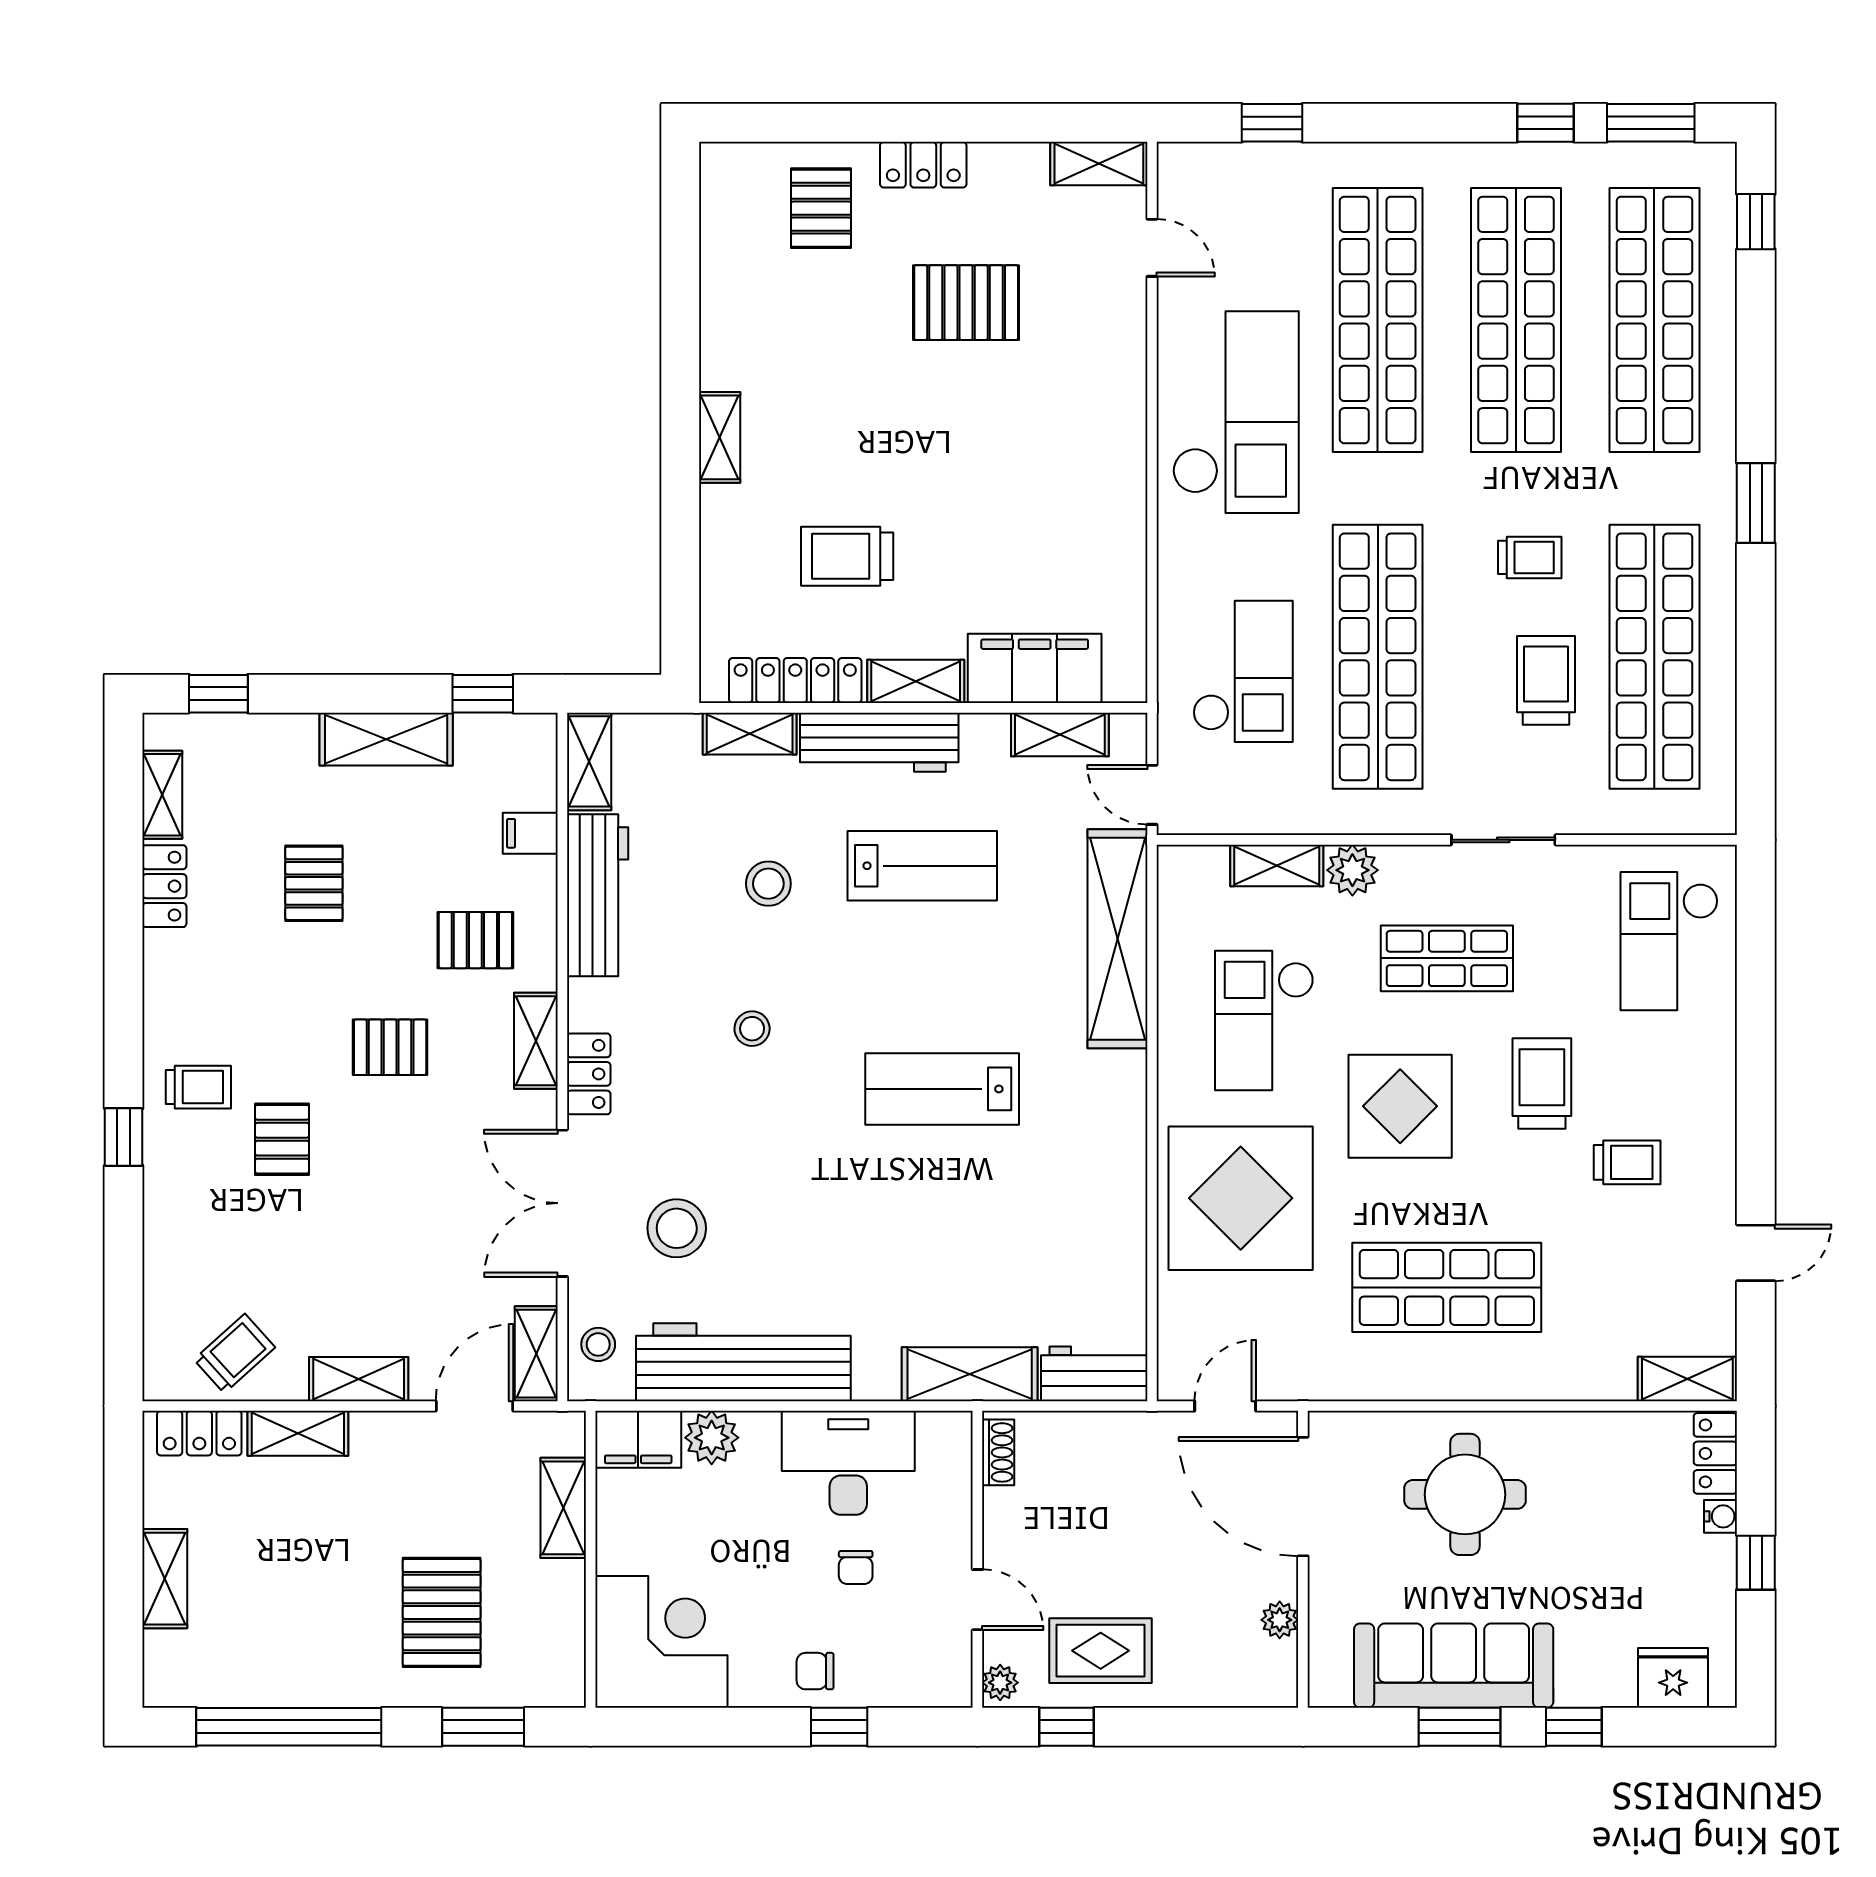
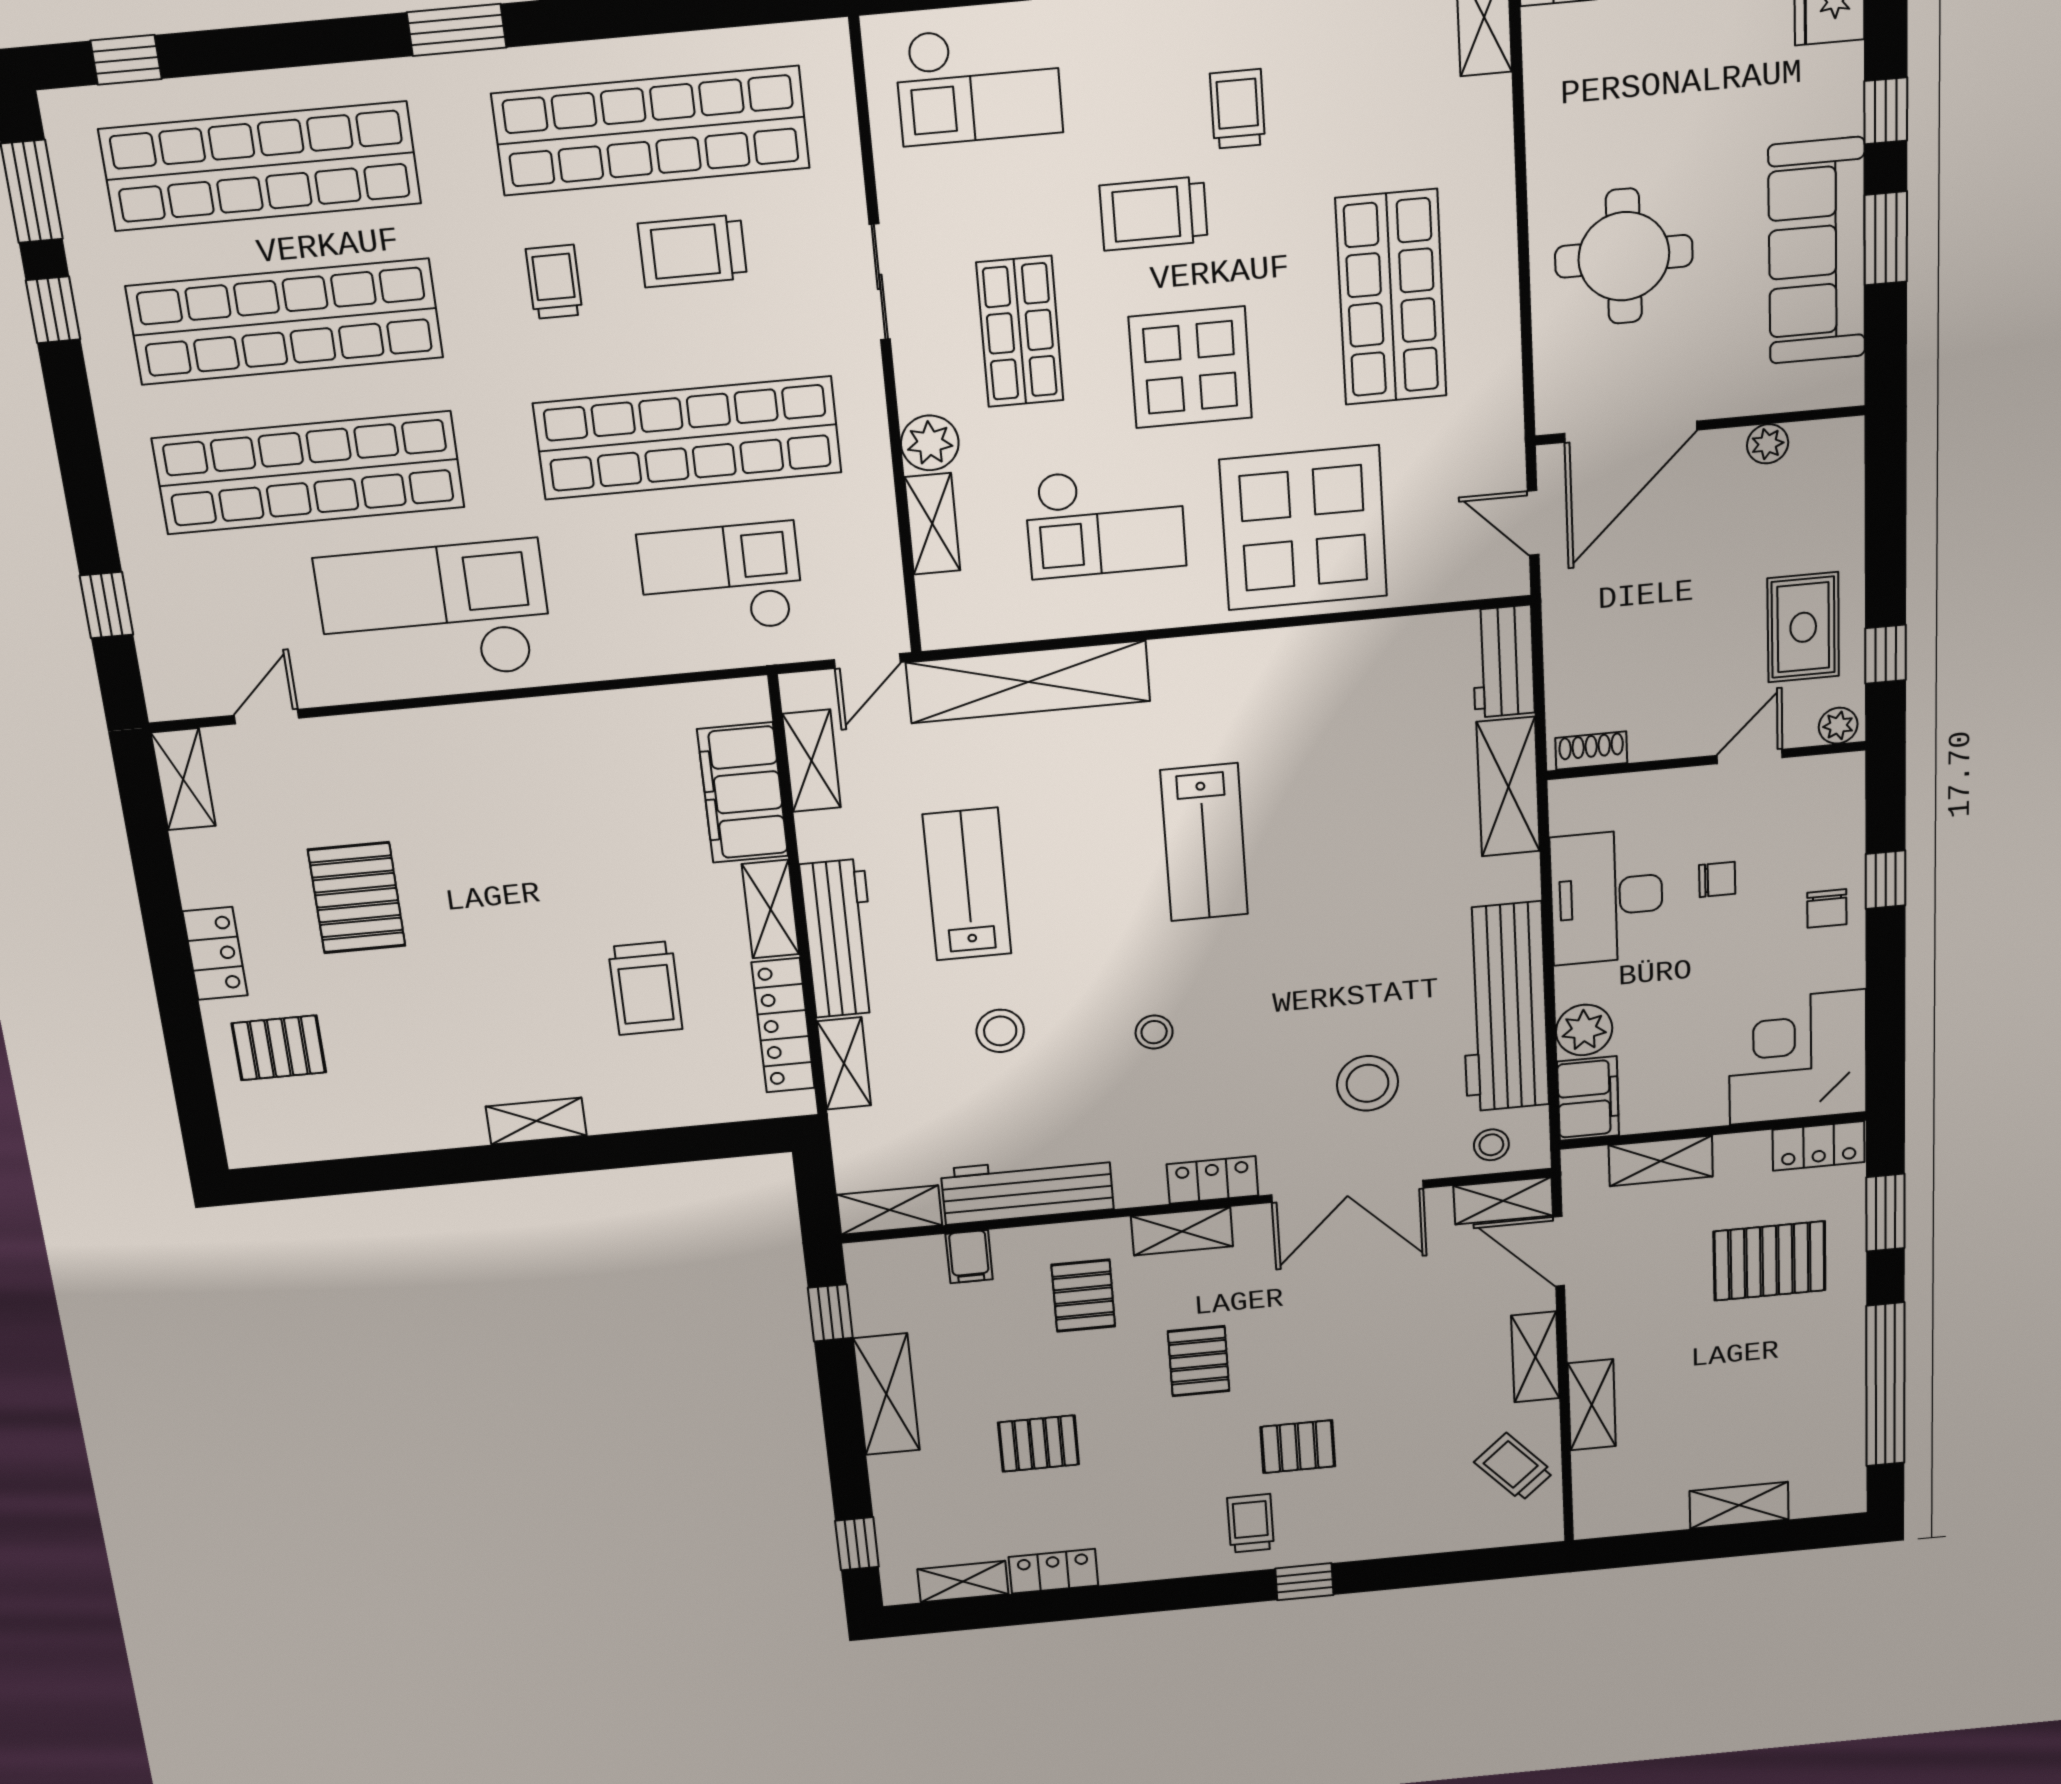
locker: (199, 1433) -> (1819, 1146), moved, turned 90

